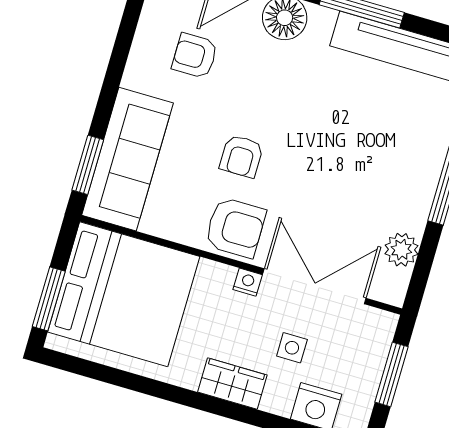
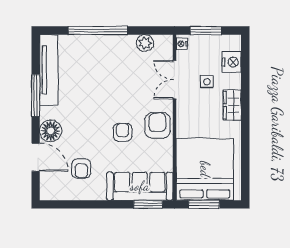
armchair: (241, 156) -> (123, 132), turned -90
nightstand: (248, 282) -> (182, 44), moved
double door: (314, 286) -> (175, 80), width x0.73
window: (49, 299) -> (204, 204), moved

